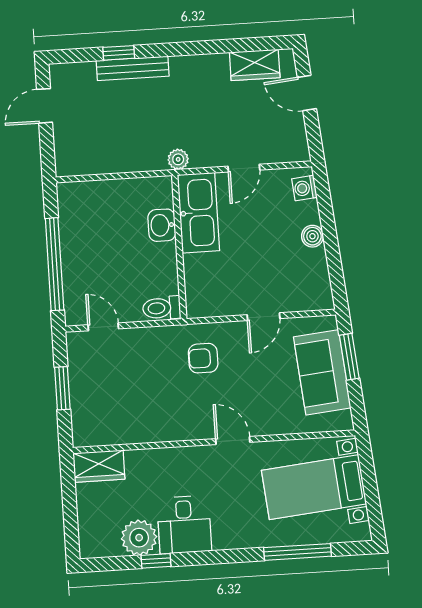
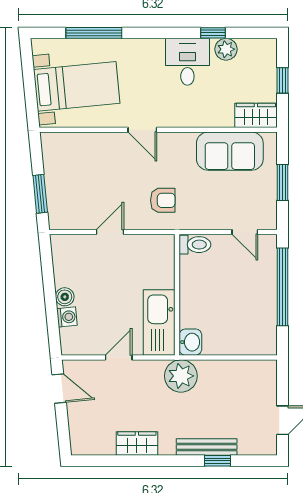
wardrobe: (255, 65) -> (137, 444), moved
door: (307, 93) -> (59, 389), moved
plant: (178, 159) -> (181, 376), width x1.88, depth x1.88
washing machine: (304, 188) -> (67, 317), moved
washbasin: (162, 225) -> (190, 342), moved
sofa: (322, 372) -> (230, 151), moved, turned 96
window: (70, 510) -> (282, 80), added
plant: (139, 538) -> (226, 49), width x0.73, depth x0.73

